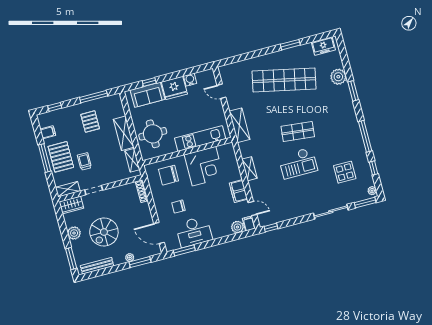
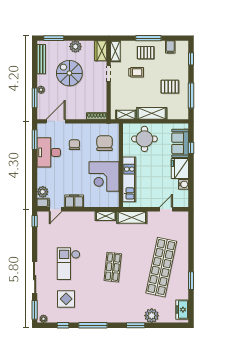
pallet: (61, 157) -> (146, 53), width x0.67, depth x0.71
checkout: (298, 163) -> (69, 264), moved
shelving: (249, 169) -> (106, 216), moved

